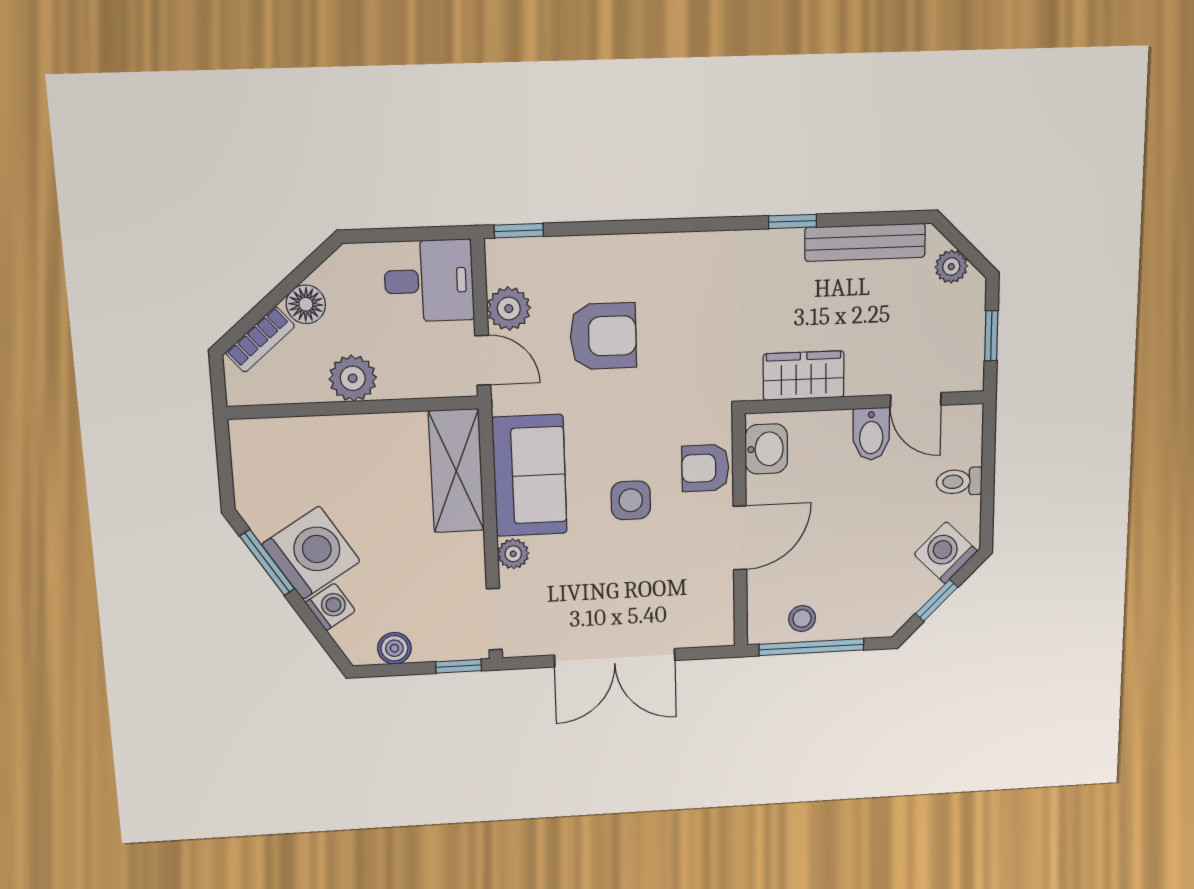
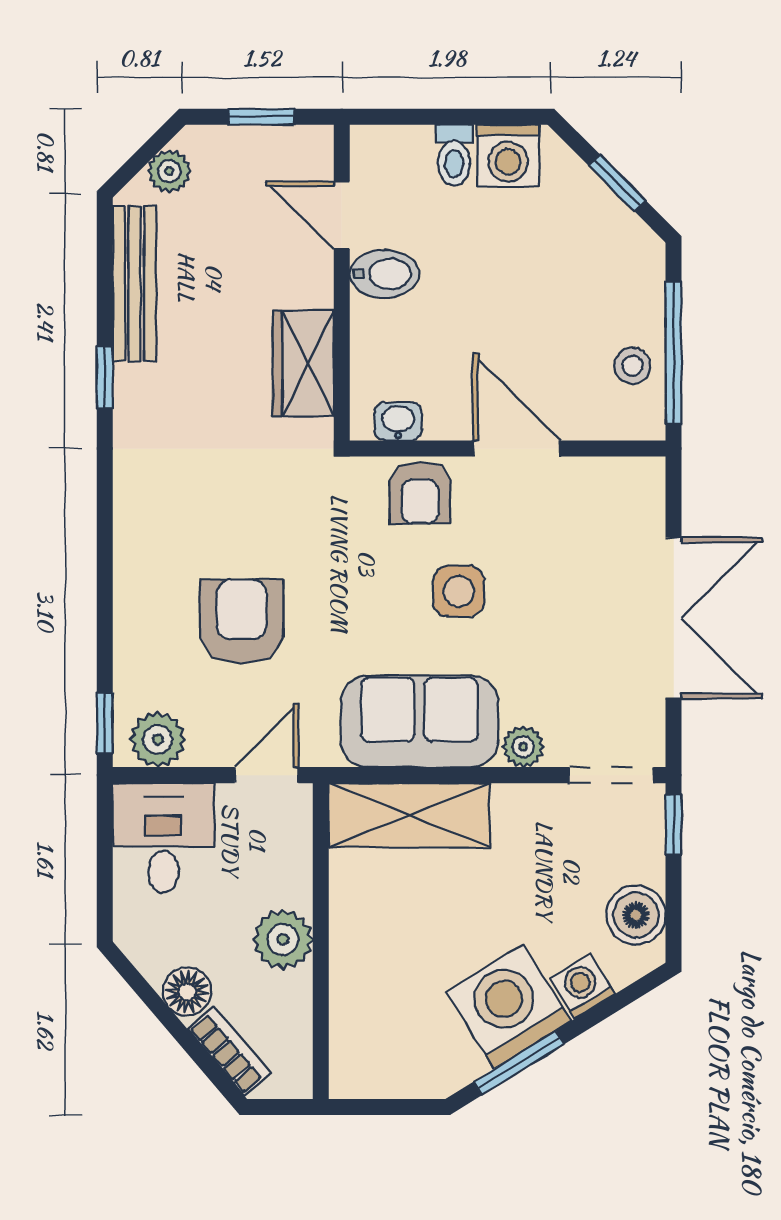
plant: (509, 309) -> (158, 740), moved
door: (916, 400) -> (342, 215), swing flipped
washbasin: (766, 449) -> (398, 421), width x0.72, depth x0.69
washing machine: (946, 553) -> (508, 156), moved, turned -45
boiler: (394, 648) -> (636, 915), width x1.36, depth x1.36

